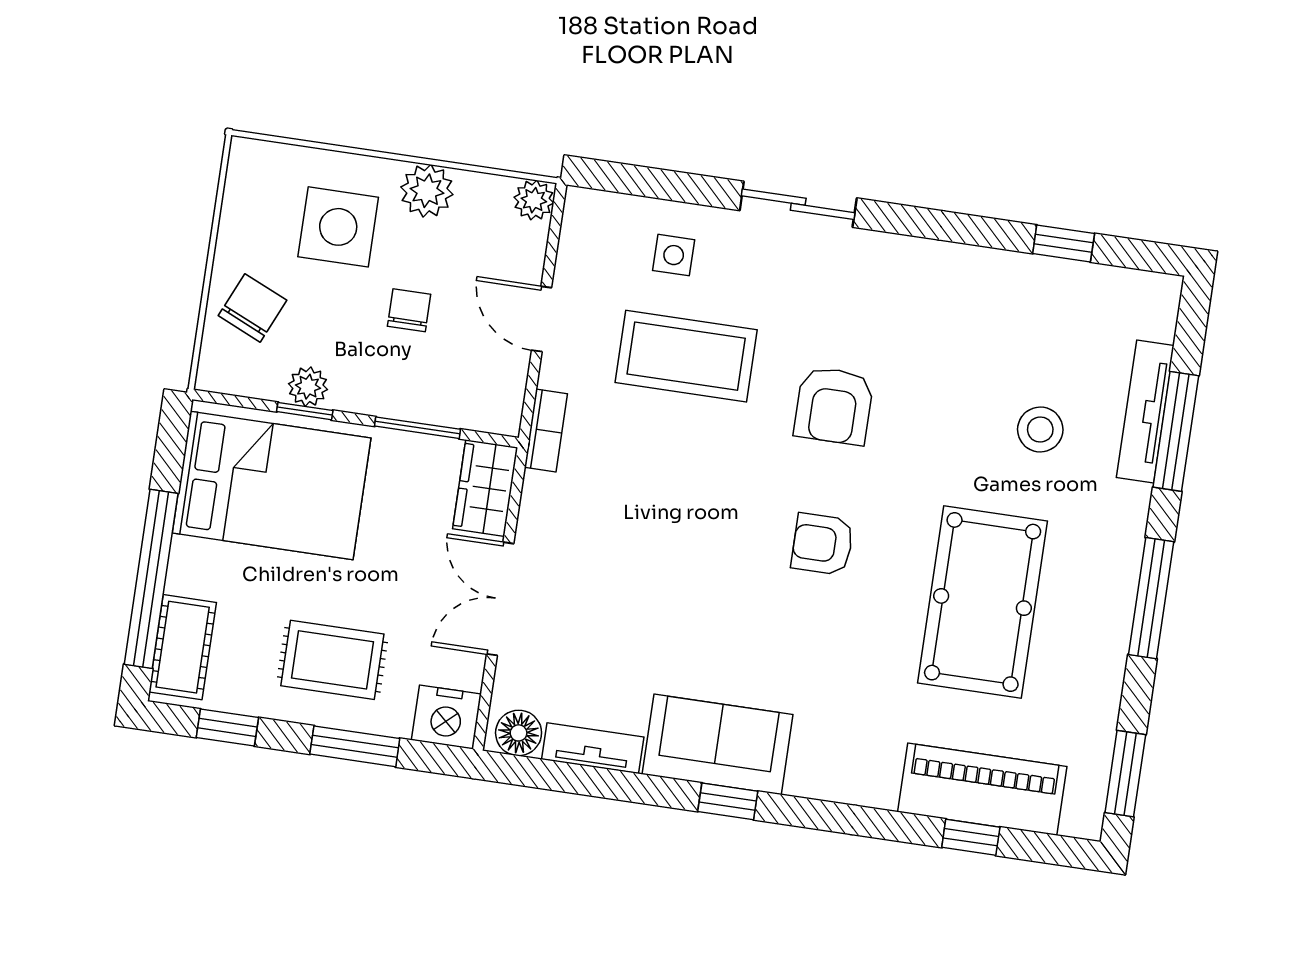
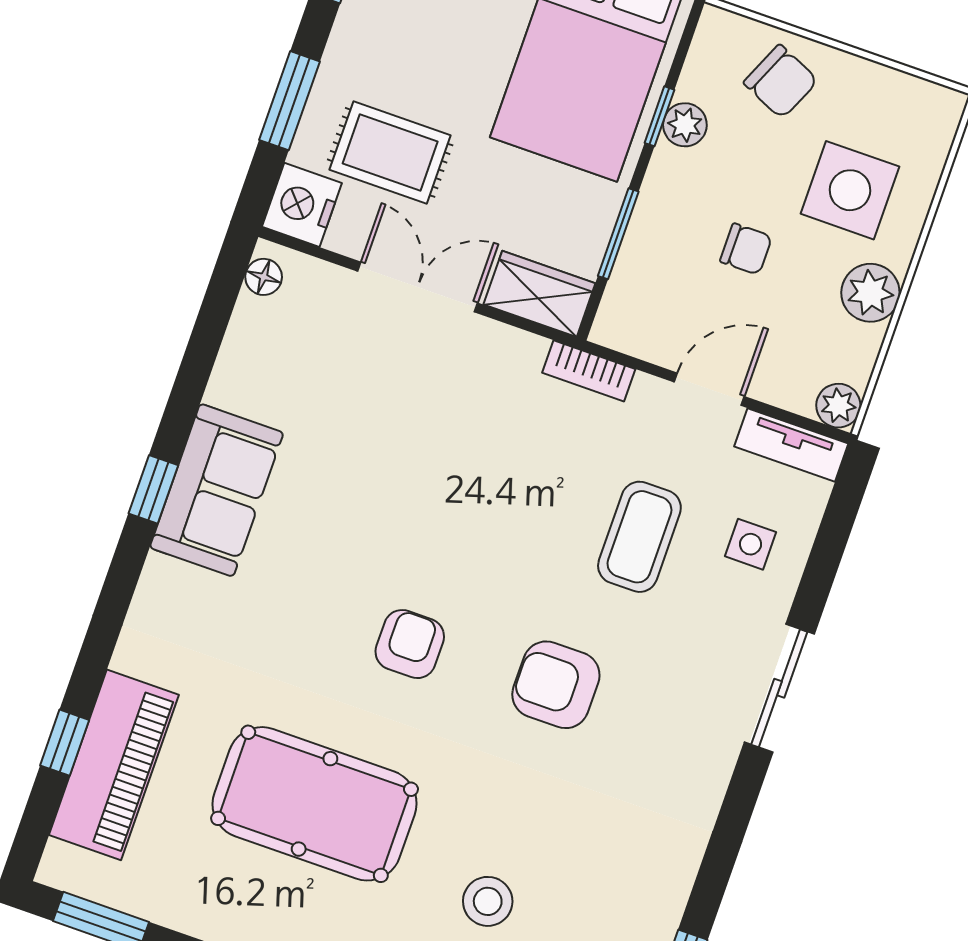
coffee table: (686, 356) -> (639, 537), width x0.73, depth x0.76
rug: (332, 660) -> (390, 153), moved, turned 90
floor lamp: (519, 733) -> (264, 277), width x0.73, depth x0.73
tv unit: (593, 748) -> (791, 445), moved, turned 90

